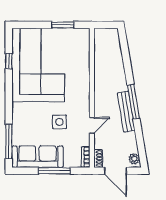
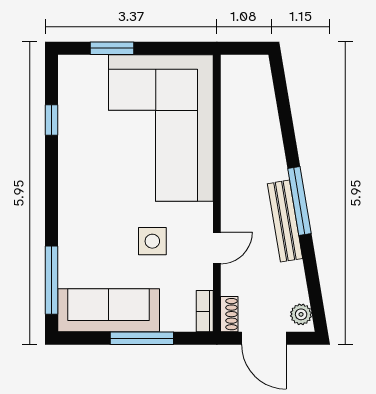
window: (63, 25) -> (112, 48), moved
corner sofa: (38, 65) -> (161, 128), moved, turned 180

